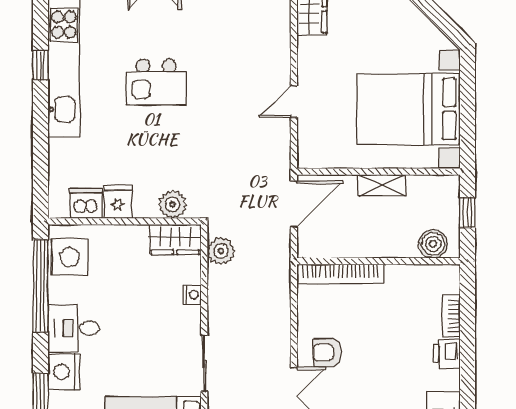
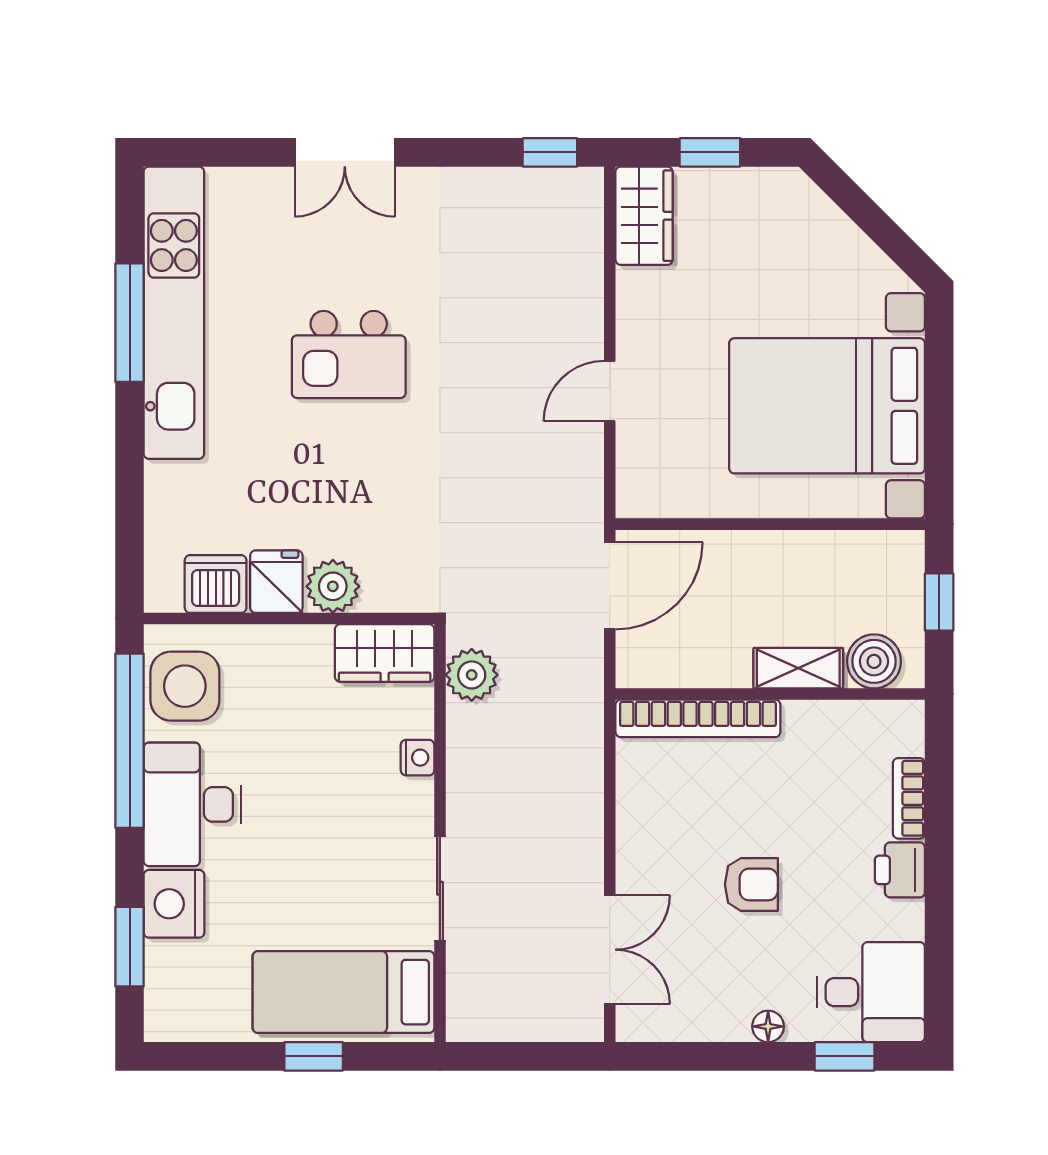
window: (41, 65) -> (130, 323), width x2.17
shelving: (382, 185) -> (798, 668), moved
plant: (173, 204) -> (333, 586), moved
desk: (74, 328) -> (192, 804), width x1.37
armchair: (327, 352) -> (751, 884), moved, turned 180

